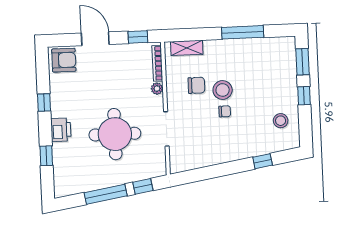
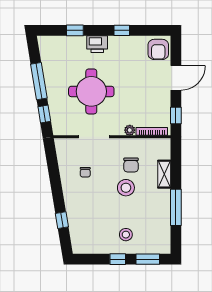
shelving: (187, 48) -> (164, 174), moved
chair: (225, 111) -> (85, 172), moved
stool: (281, 121) -> (126, 235), moved

